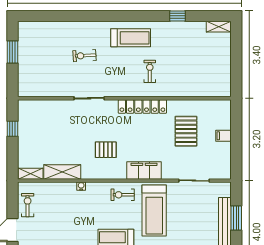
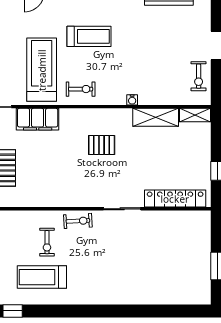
treadmill: (131, 38) -> (42, 277), moved
exercise bike: (84, 56) -> (78, 221), moved
locker: (142, 107) -> (175, 199), moved
filing cabinet: (144, 170) -> (38, 119), moved

